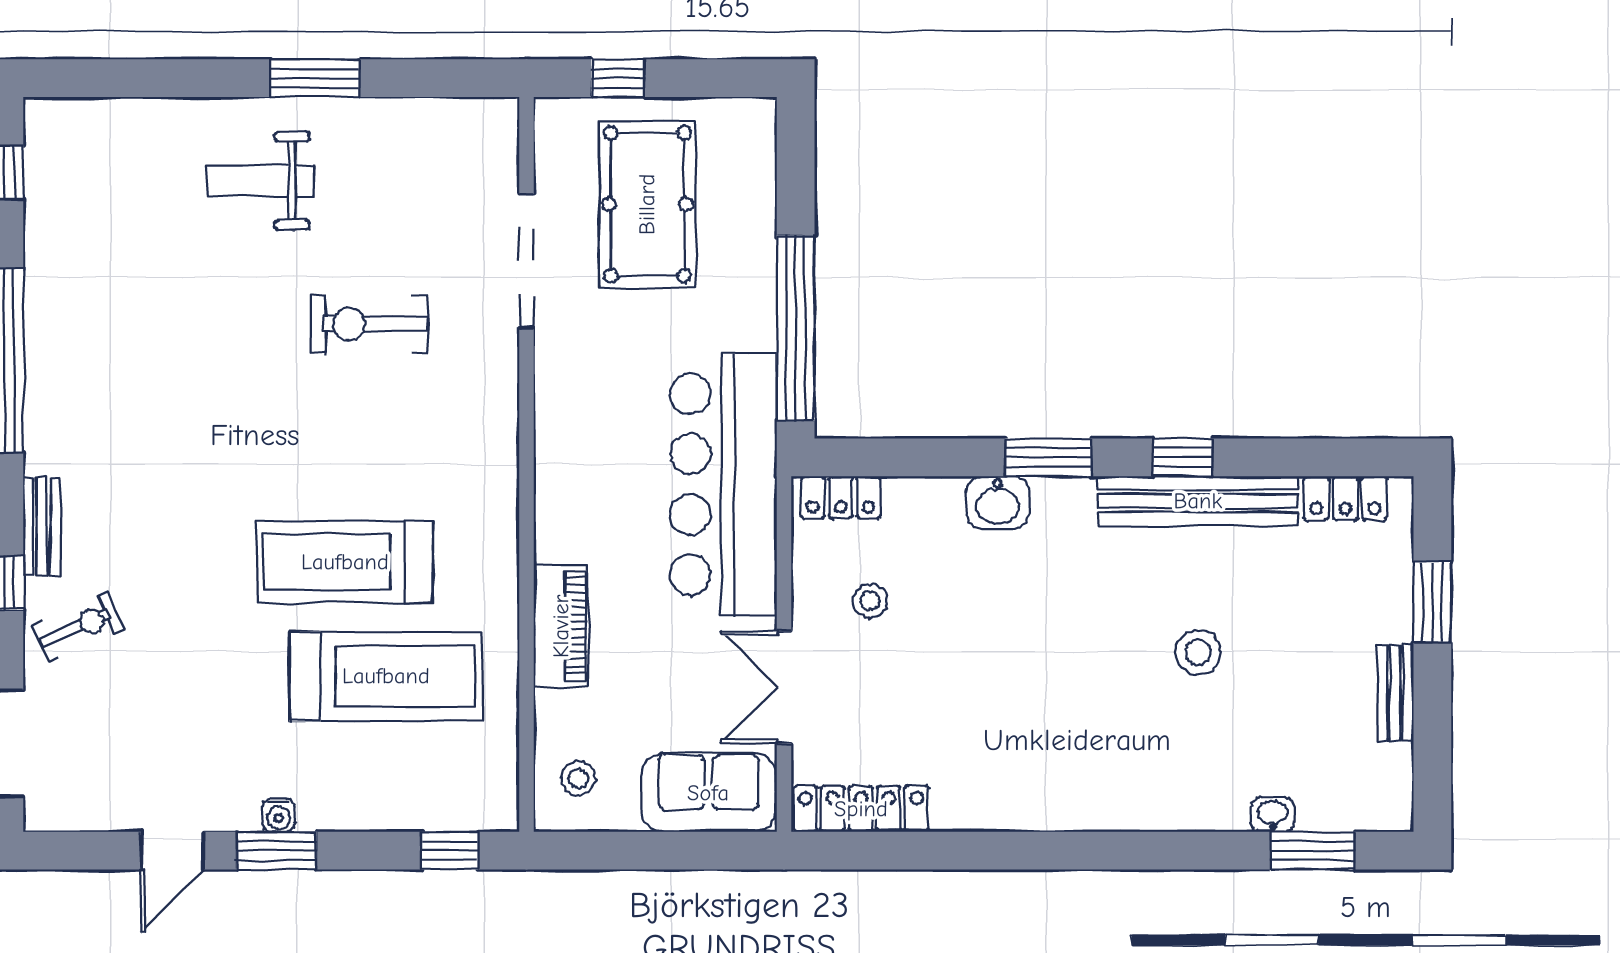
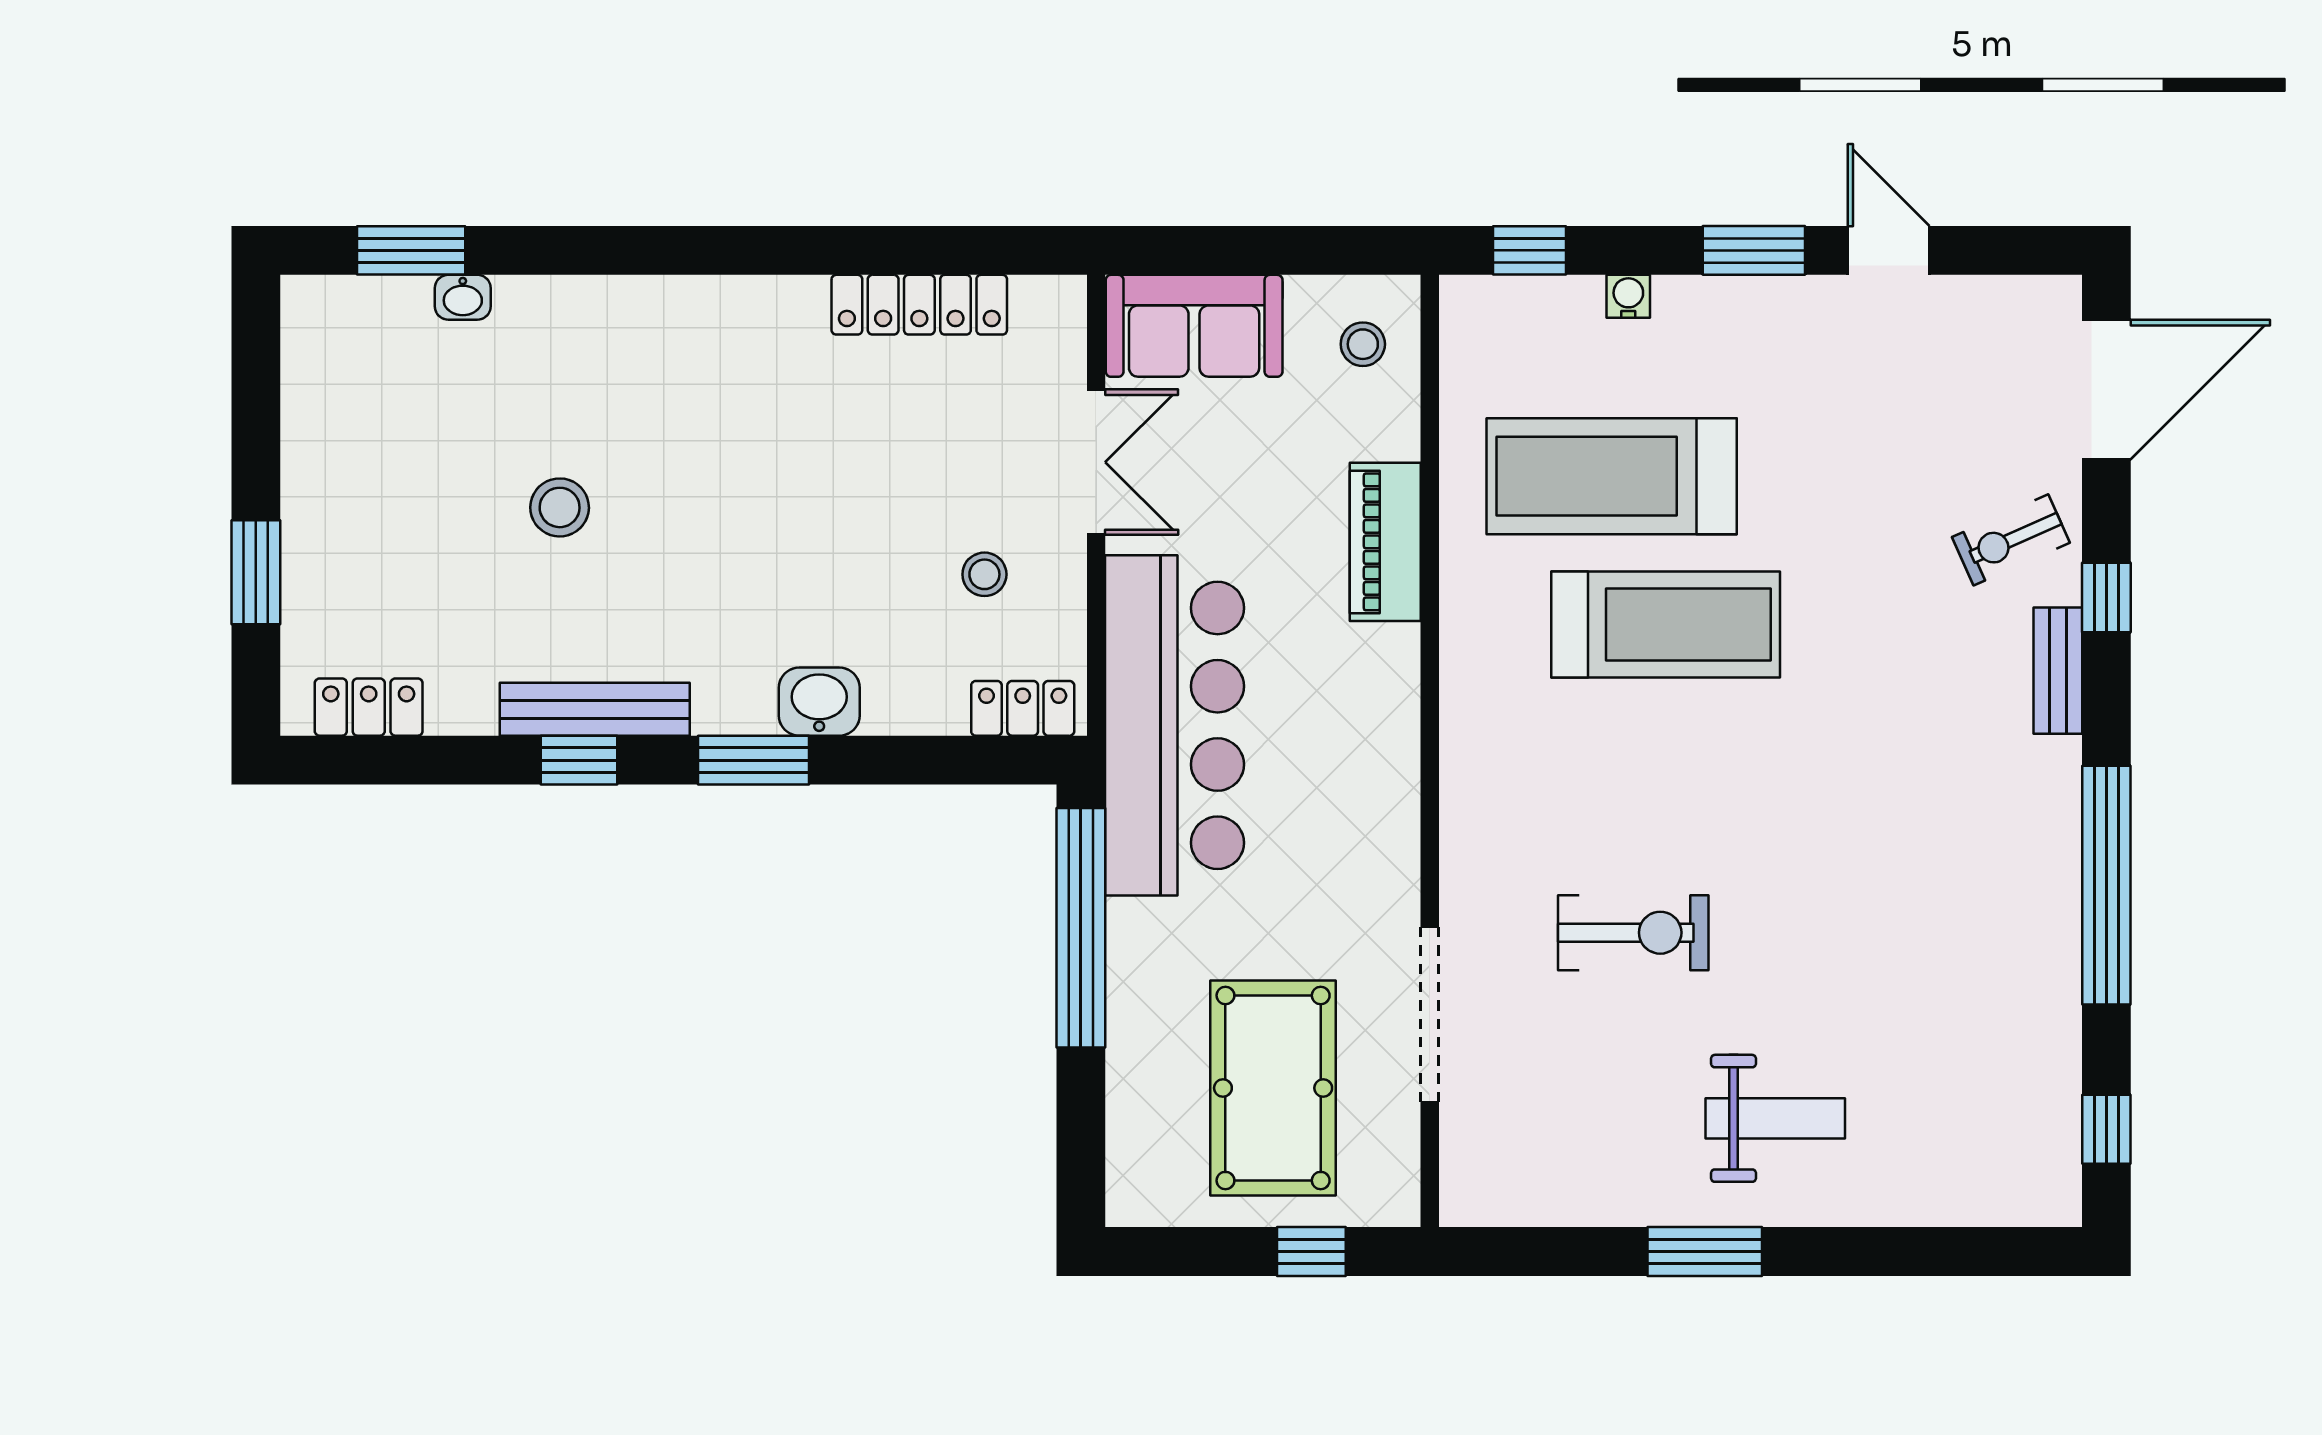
bench: (1198, 501) -> (595, 709), width x0.73, depth x0.82
bench: (1395, 693) -> (304, 455), removed
locker: (861, 809) -> (919, 305), moved
water cooler: (278, 815) -> (1628, 296), moved
door: (172, 851) -> (1889, 250), hinge flipped

